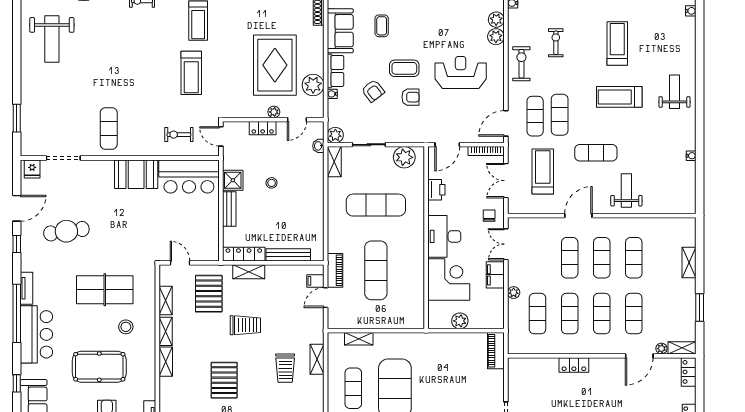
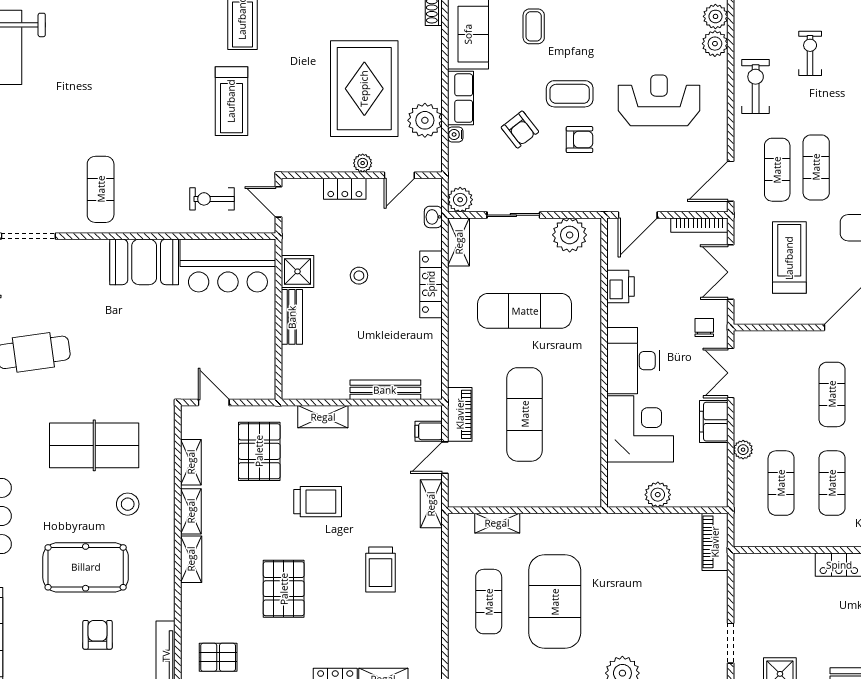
locker: (244, 254) -> (431, 284), moved, turned -90
shelving: (317, 359) -> (431, 504), moved

